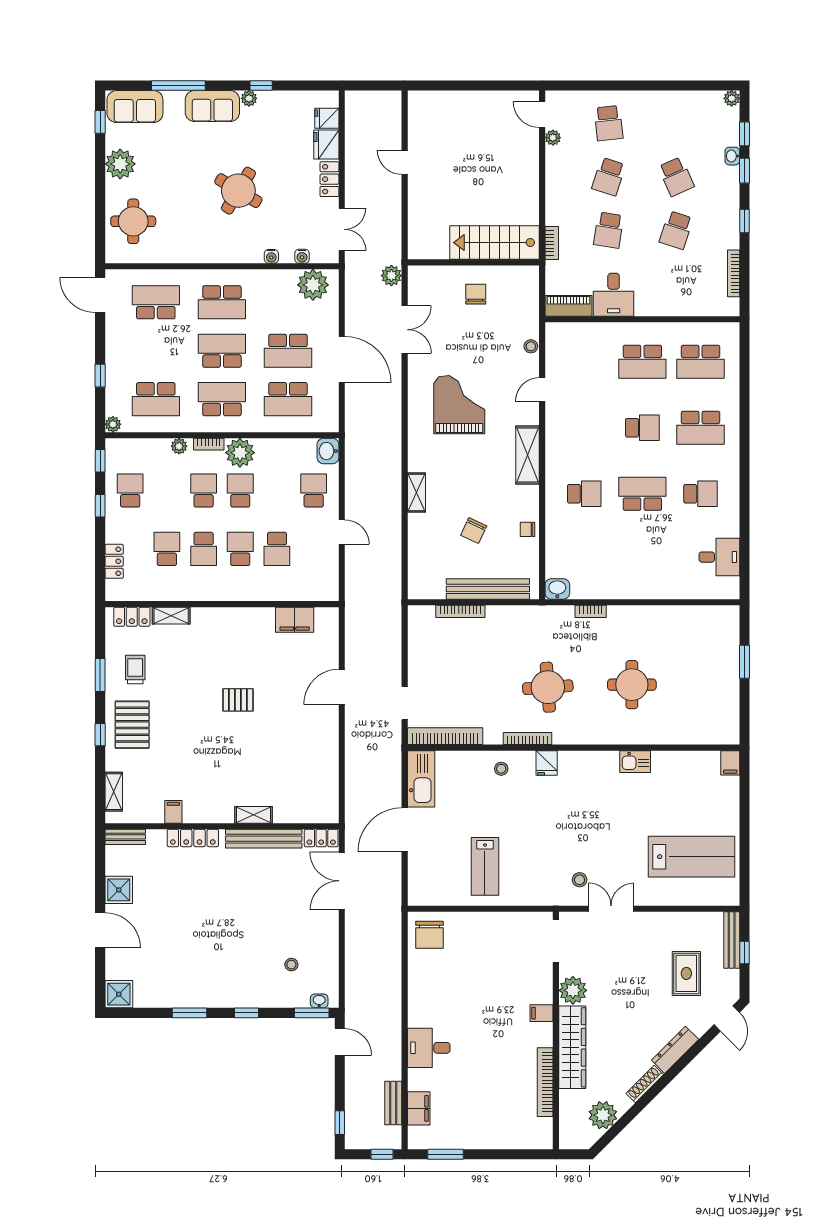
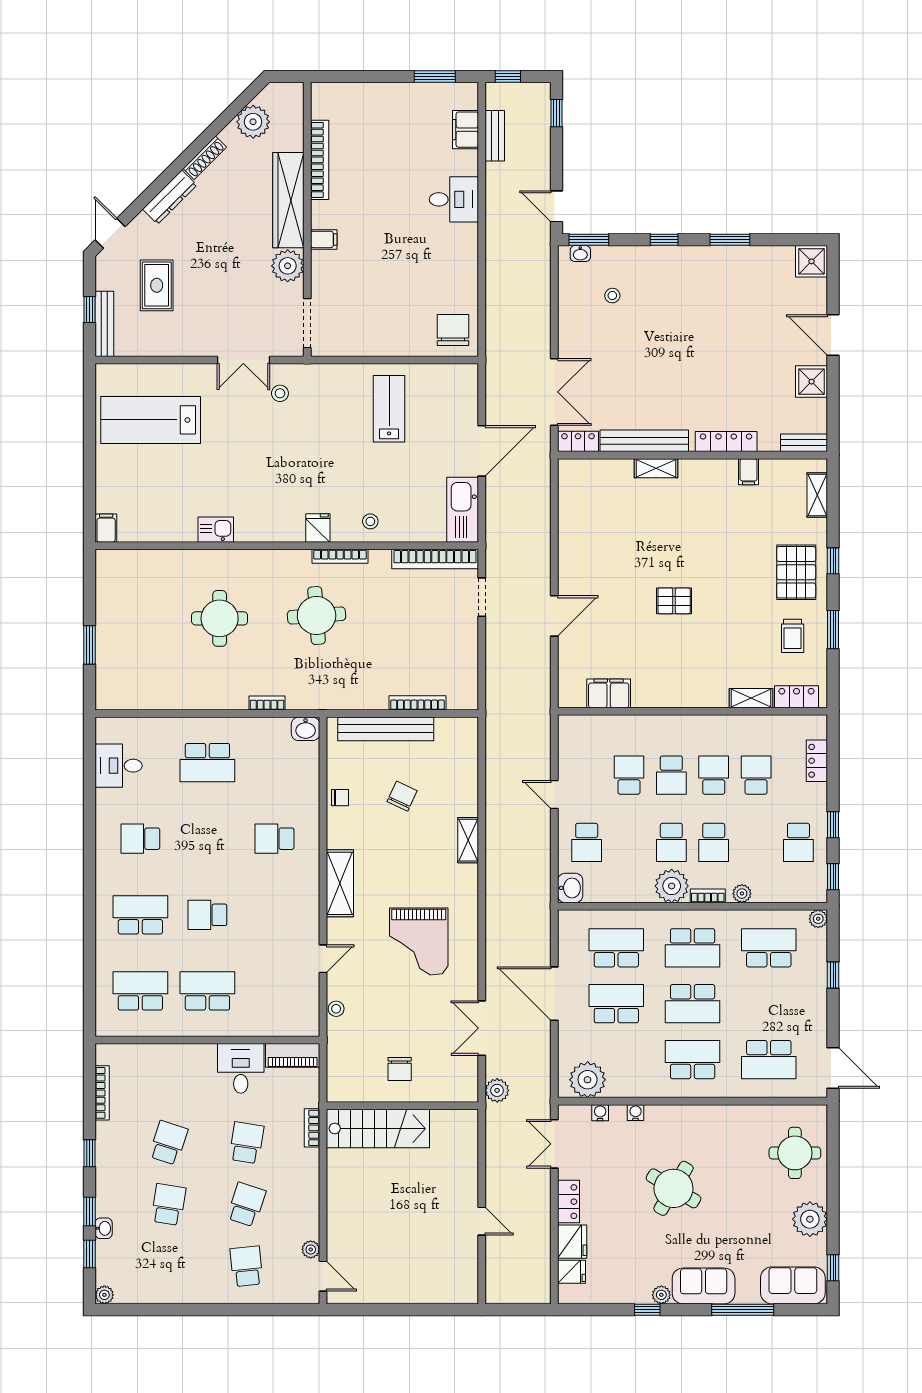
school desk: (676, 177) -> (168, 1205), turned 33
school desk: (642, 494) -> (207, 763), moved
school desk: (167, 549) -> (756, 775), turned 180

